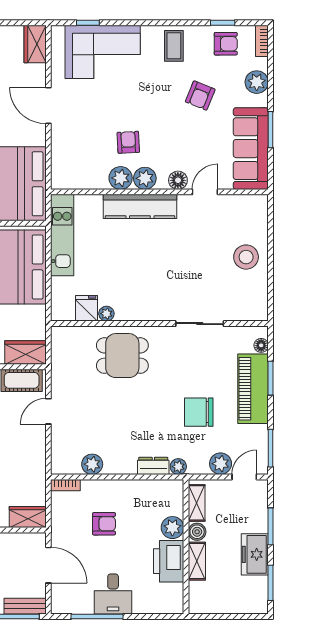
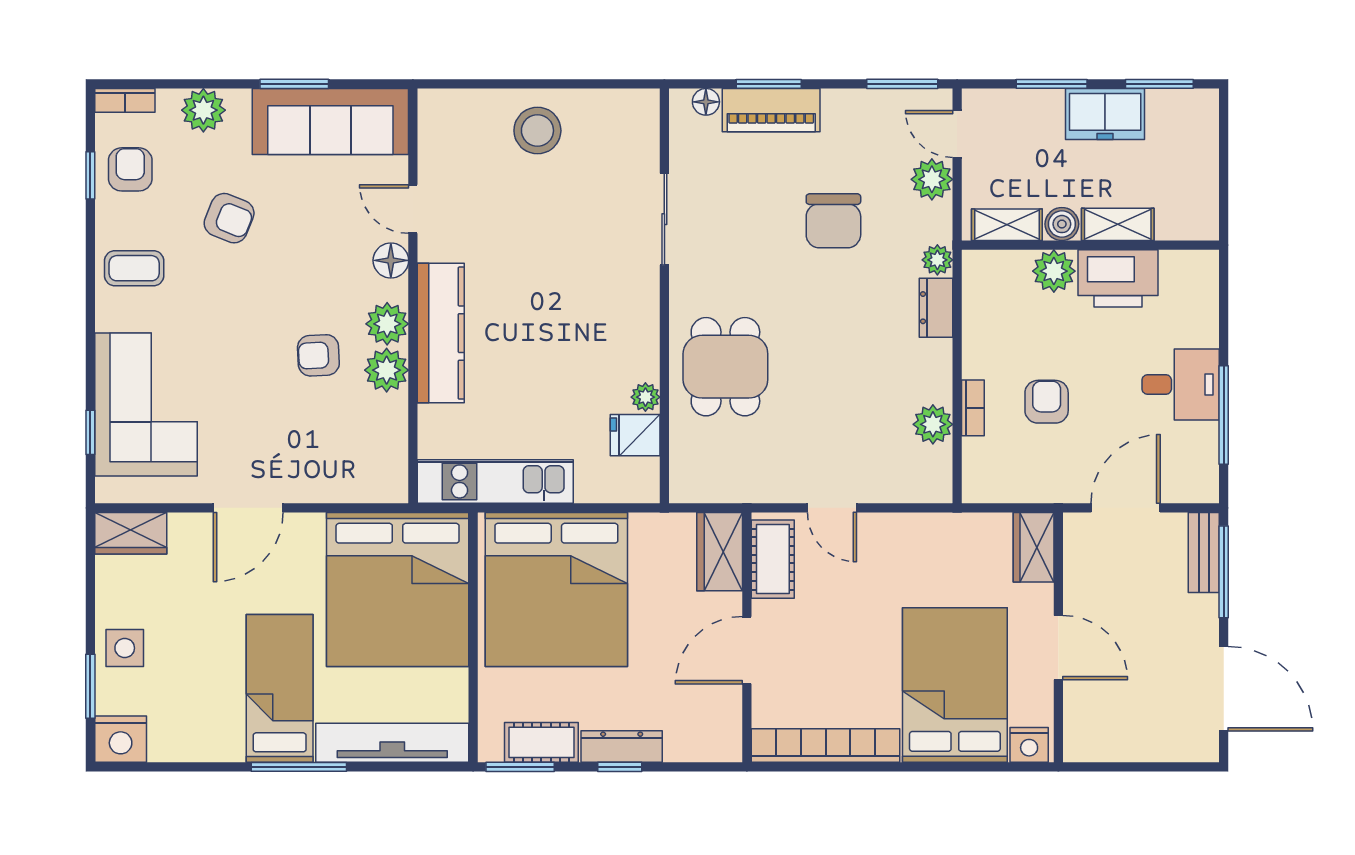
piano: (253, 389) -> (771, 110), width x0.73, depth x0.75
bookcase: (65, 485) -> (973, 408), moved

